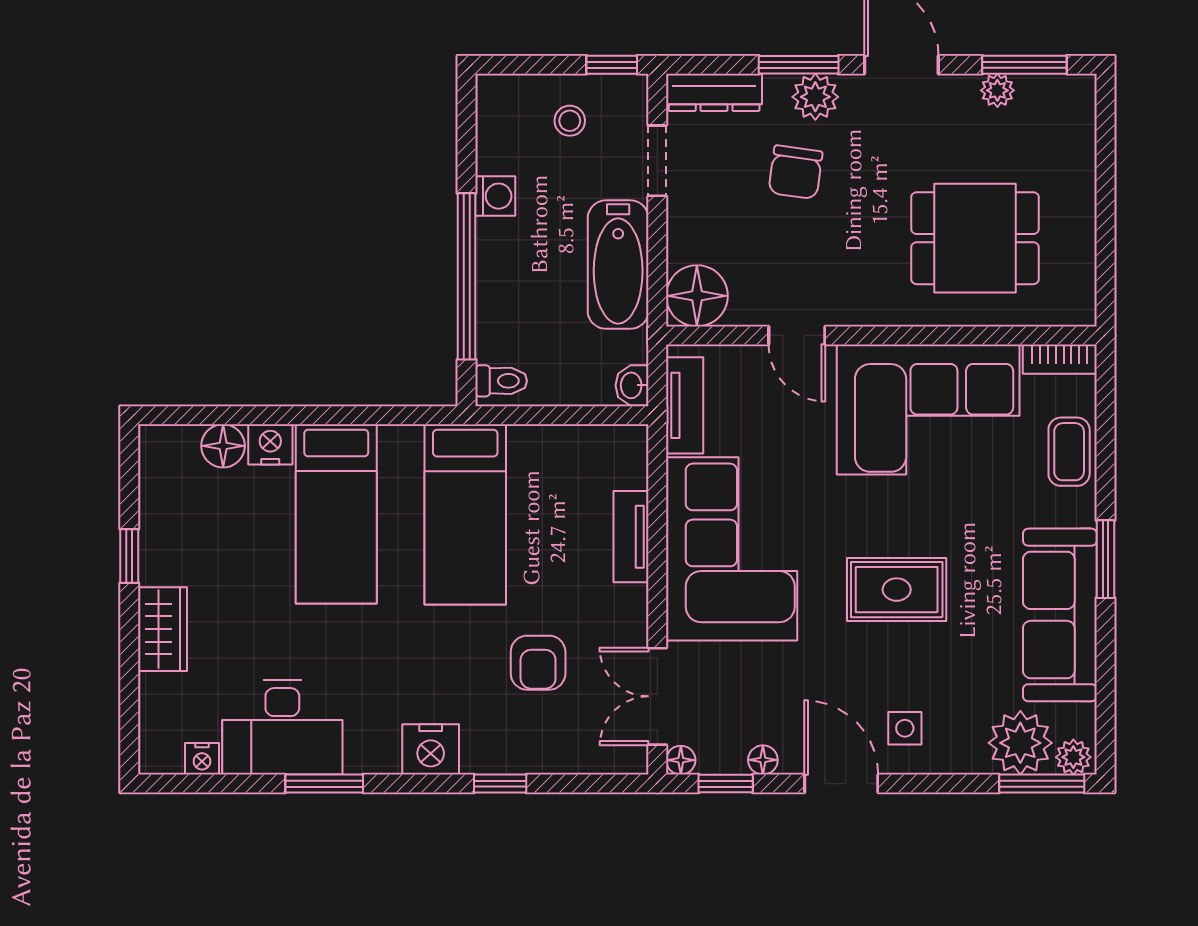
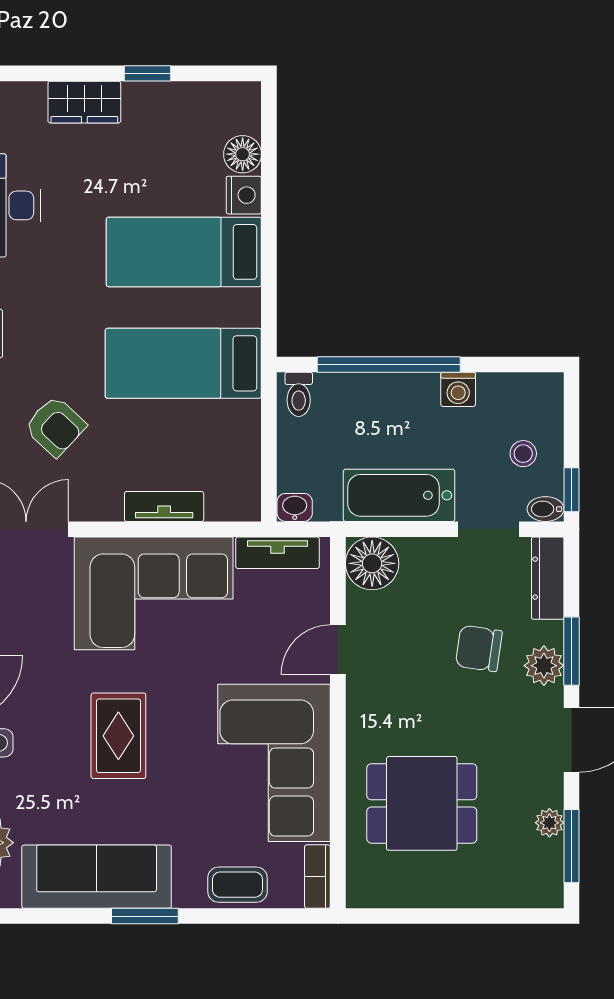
bidet: (634, 95) -> (545, 509), added
dining table: (975, 238) -> (422, 803), turned 90
armchair: (538, 663) -> (55, 426), turned -137

